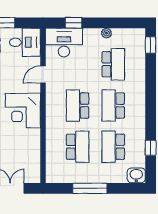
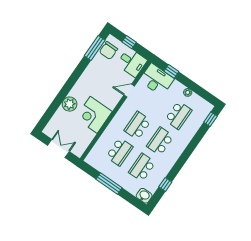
corner desk: (23, 111) -> (94, 115), moved

